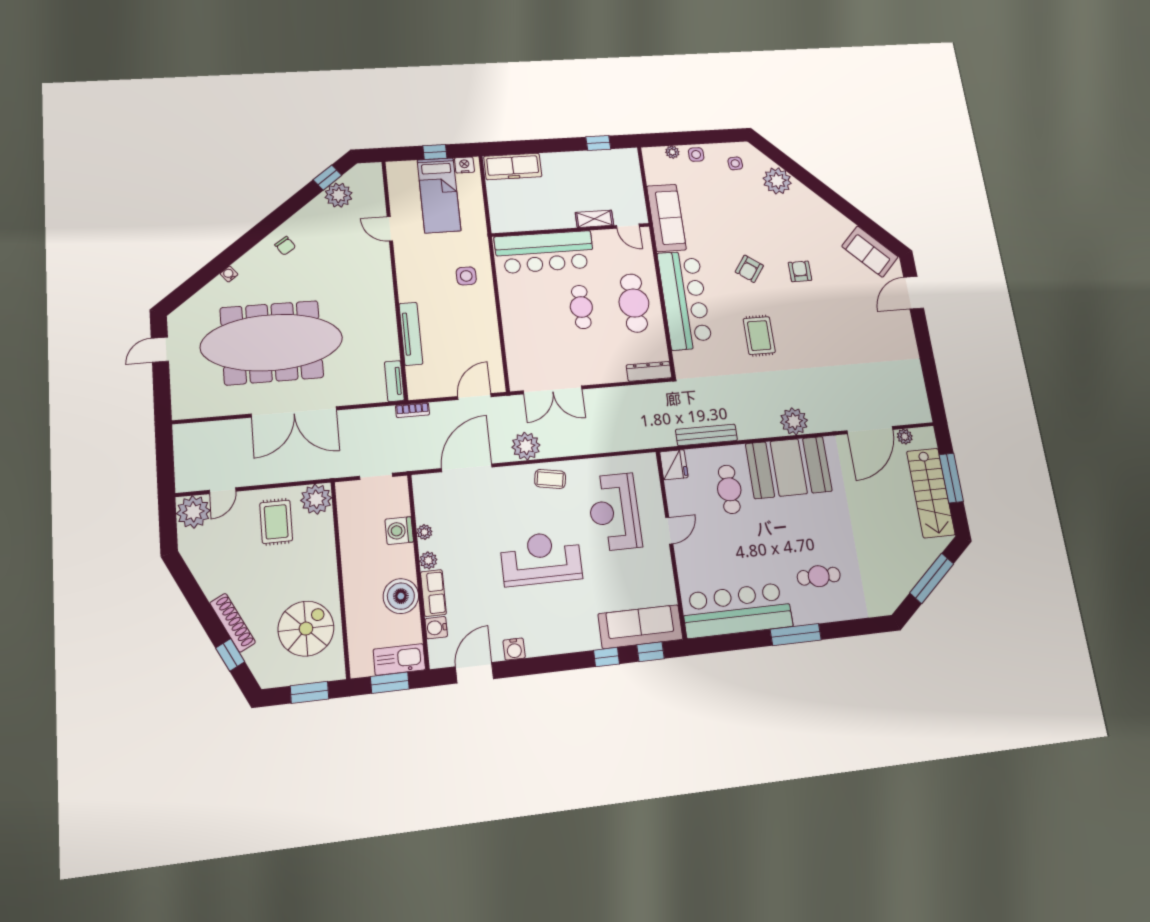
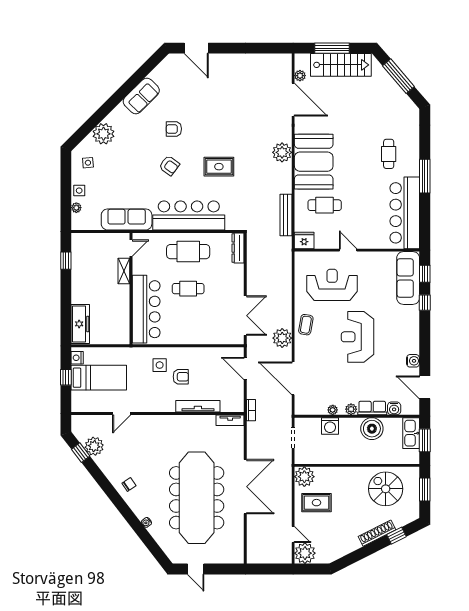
sofa: (870, 252) -> (141, 96), moved
armchair: (452, 306) -> (181, 377), added
reception desk: (614, 512) -> (332, 285), turned 180

